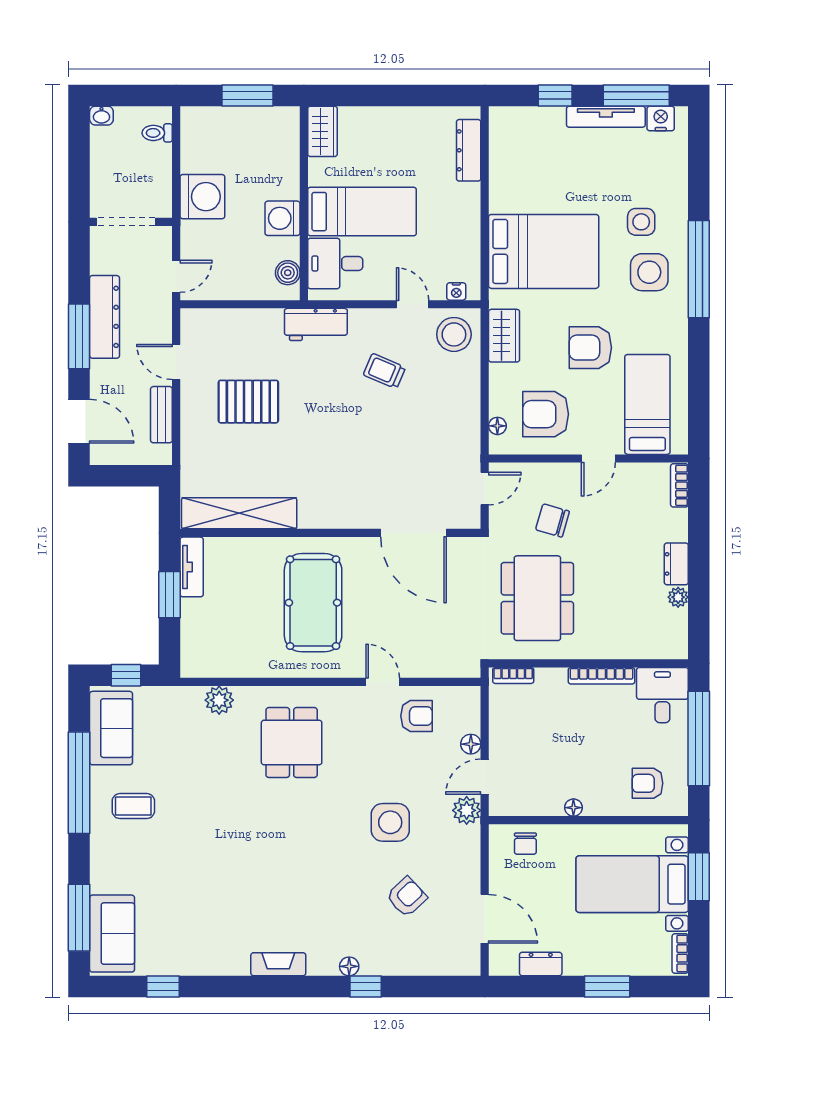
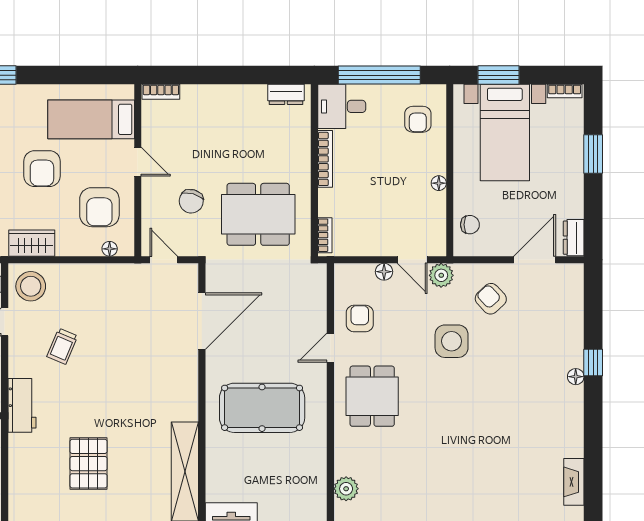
dresser: (676, 564) -> (286, 94), moved
plant: (678, 597) -> (257, 93), removed
dining table: (292, 743) -> (372, 396), moved, turned 90
armchair: (407, 897) -> (491, 299), moved
fireplace: (278, 964) -> (574, 482), moved
dresser: (541, 964) -> (574, 238), moved

